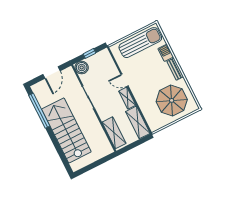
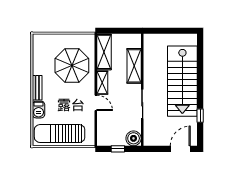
door: (52, 73) -> (180, 149), moved
parasol: (172, 100) -> (72, 66), moved
window: (39, 111) -> (200, 116), width x0.32
shelving: (114, 133) -> (134, 66), moved

